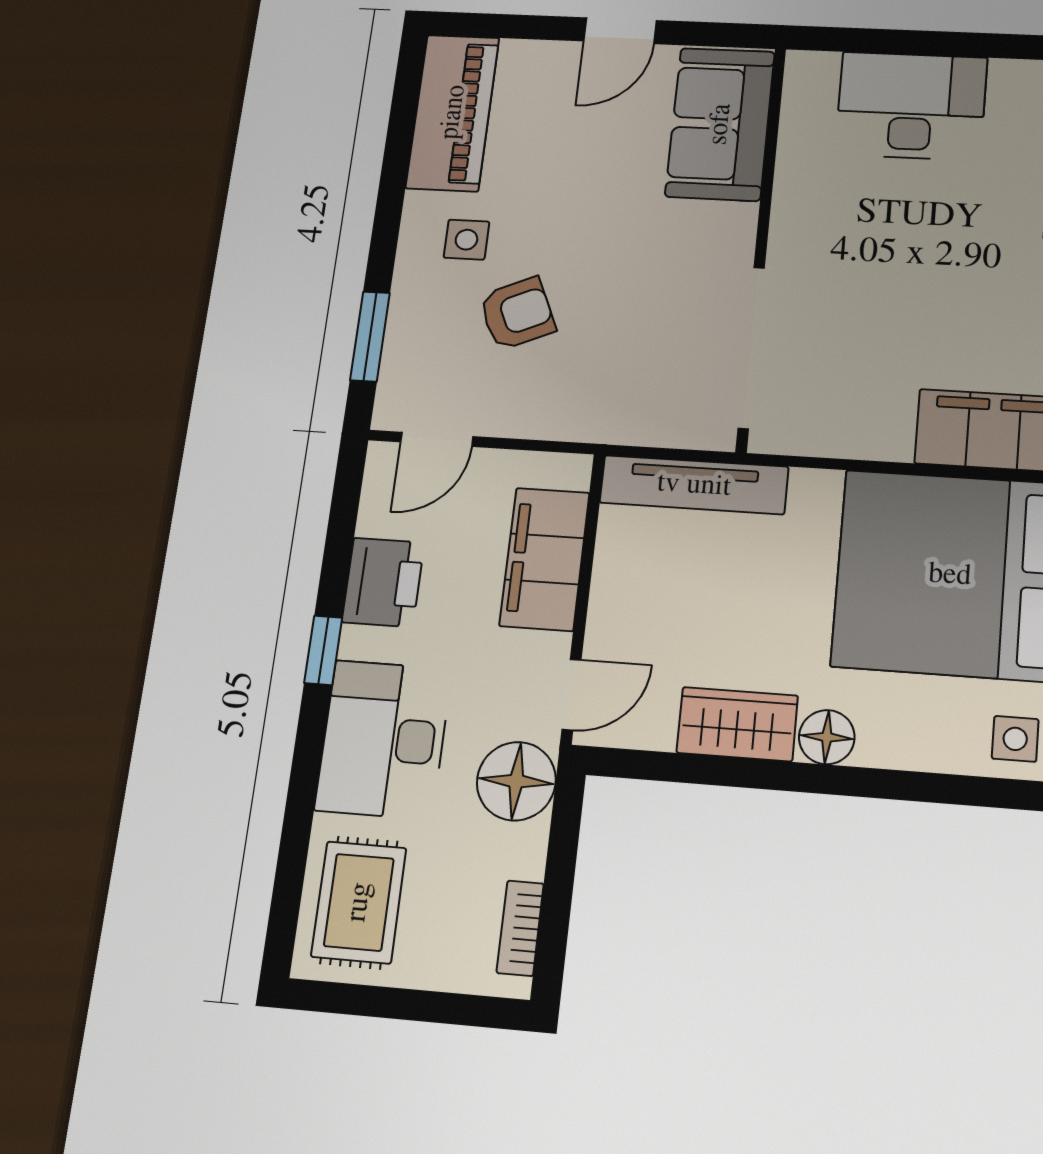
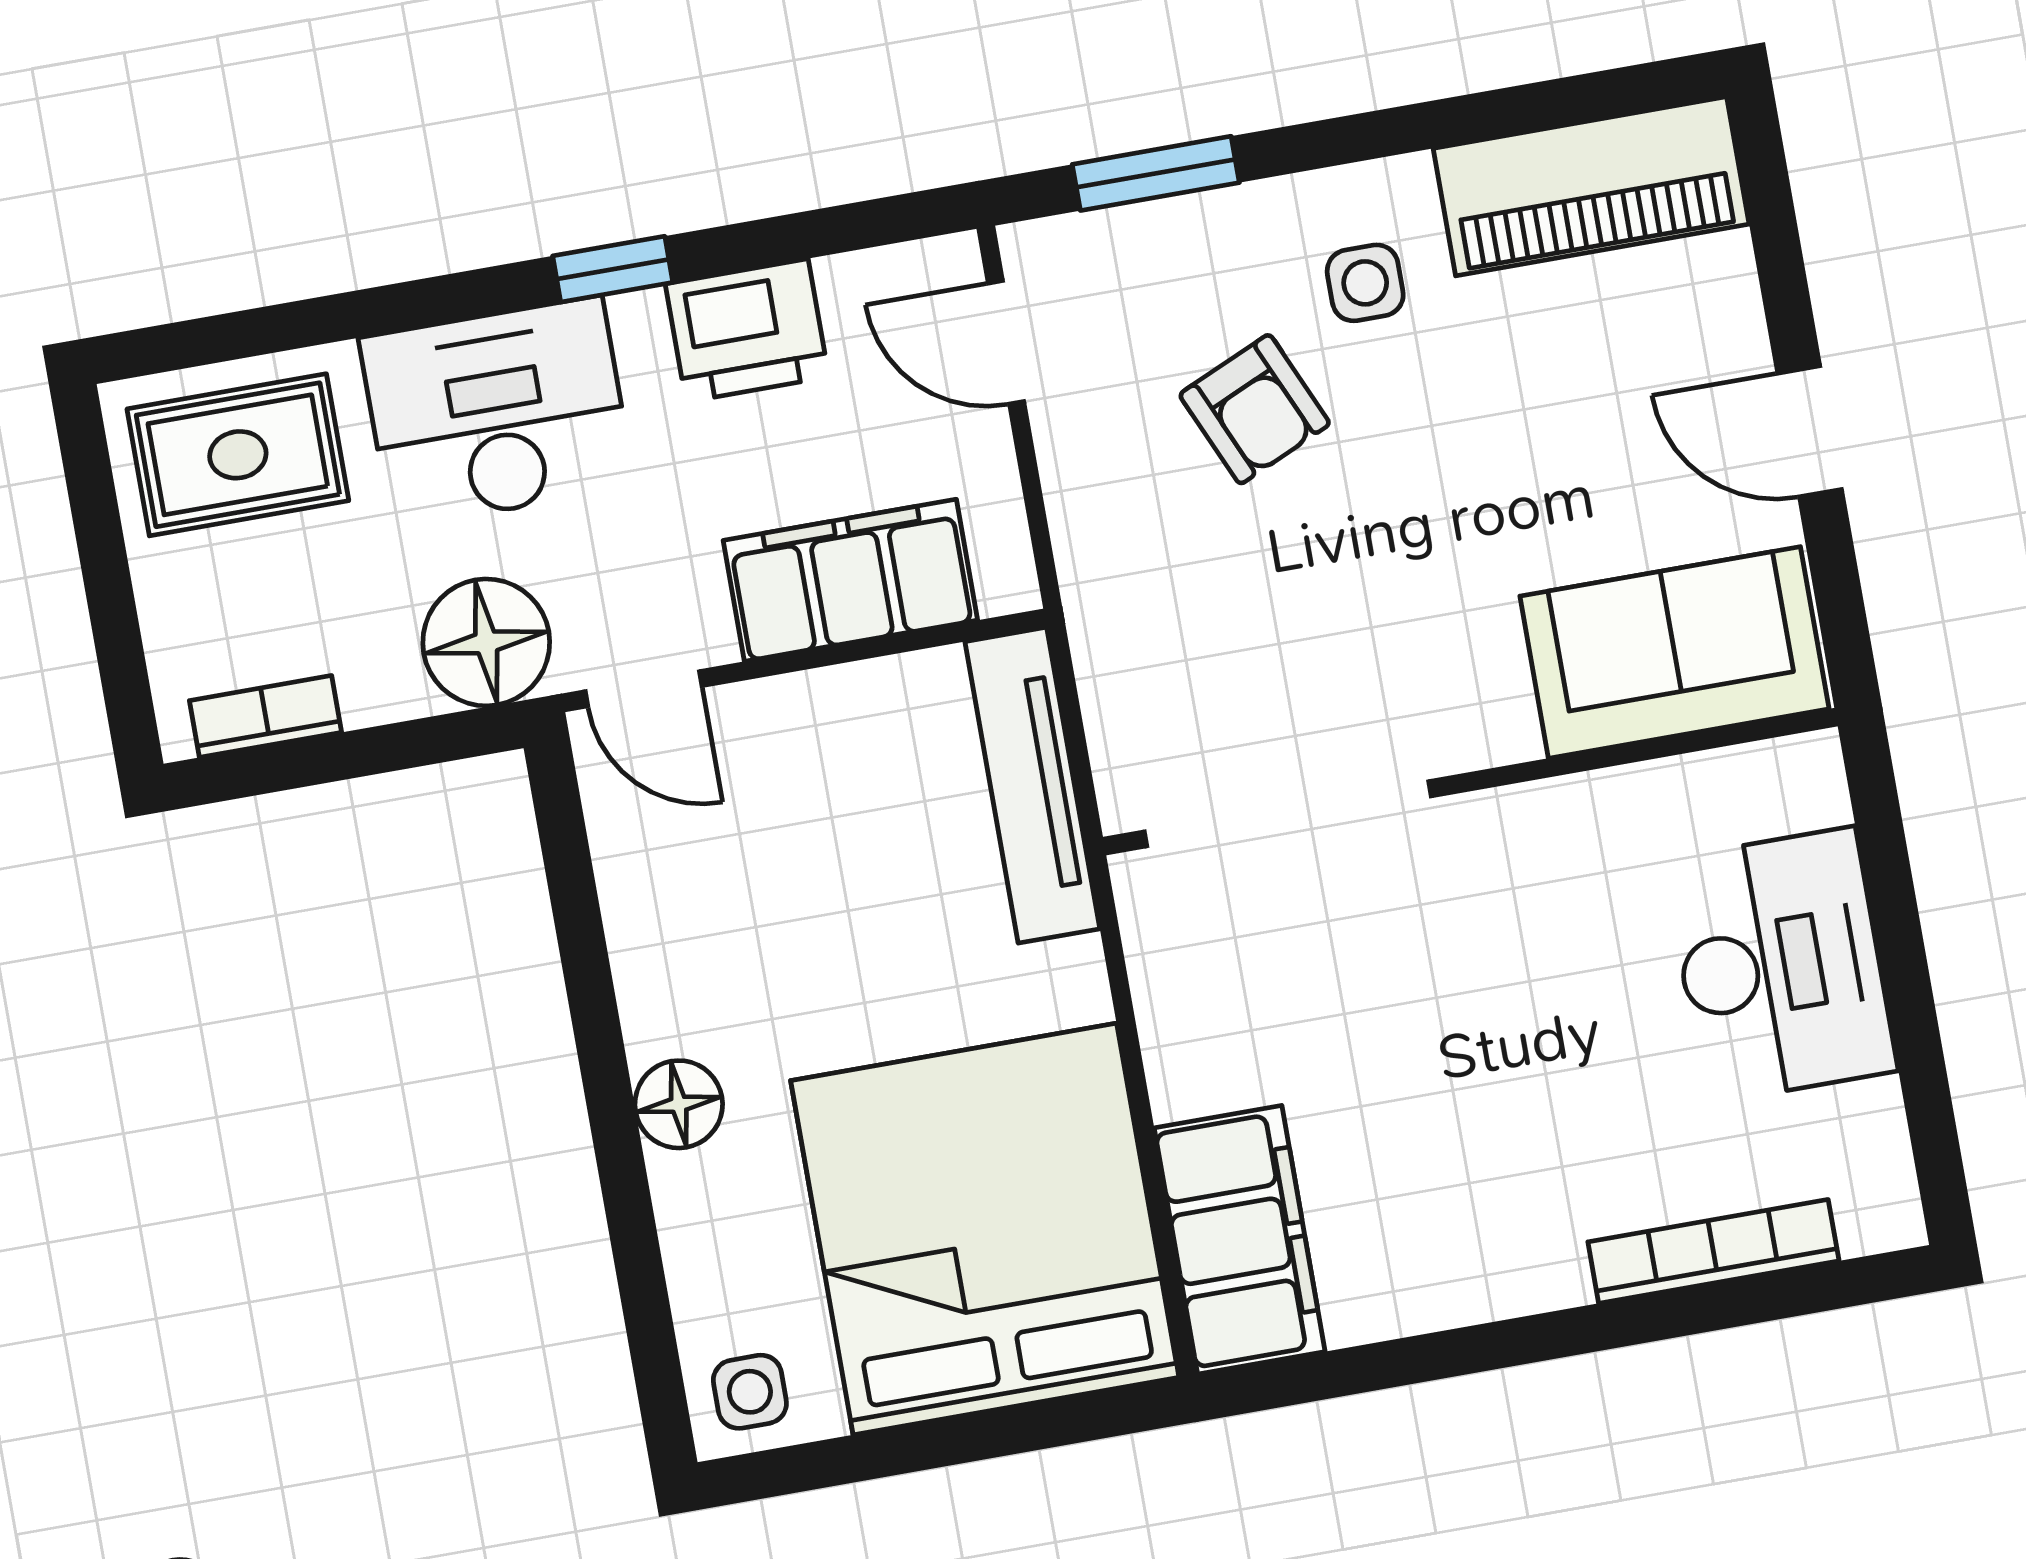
wardrobe: (737, 724) -> (663, 961), removed

